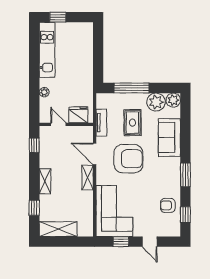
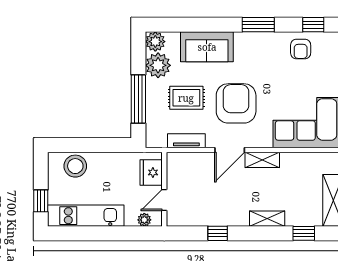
stool: (83, 42) -> (75, 166), added
fridge: (78, 115) -> (151, 172), moved
door: (58, 124) -> (164, 200), moved
wall: (66, 124) -> (164, 189), moved

